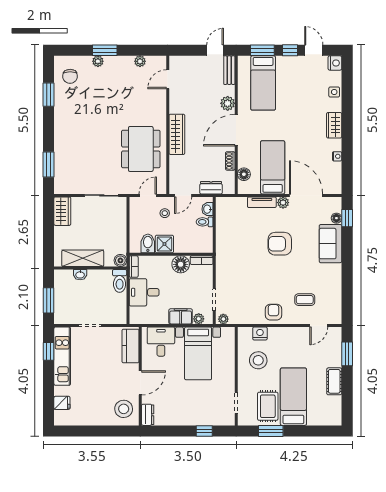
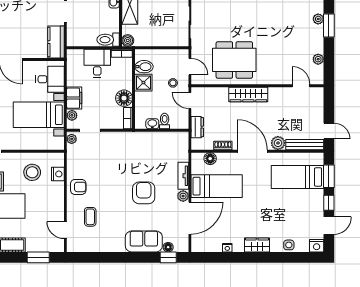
bench: (229, 70) -> (305, 145), width x1.36
washbasin: (207, 209) -> (152, 124), moved
kitchen counter: (130, 346) -> (56, 42), moved, turned -90

